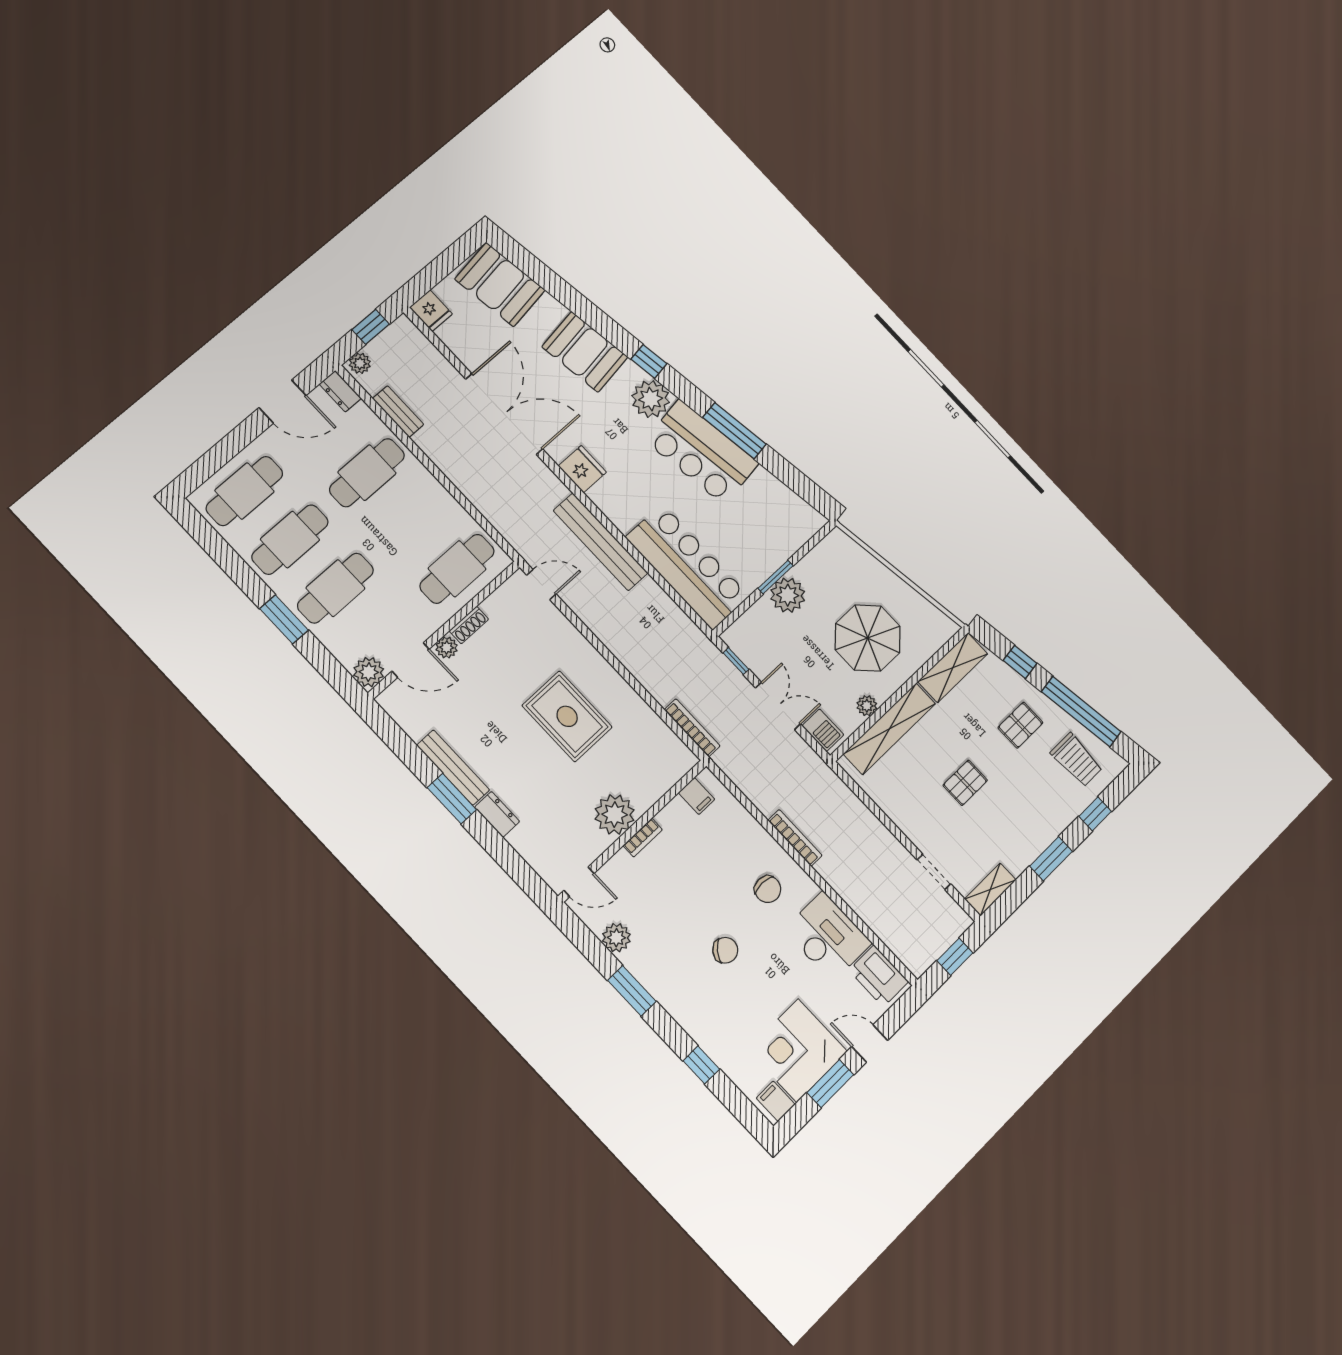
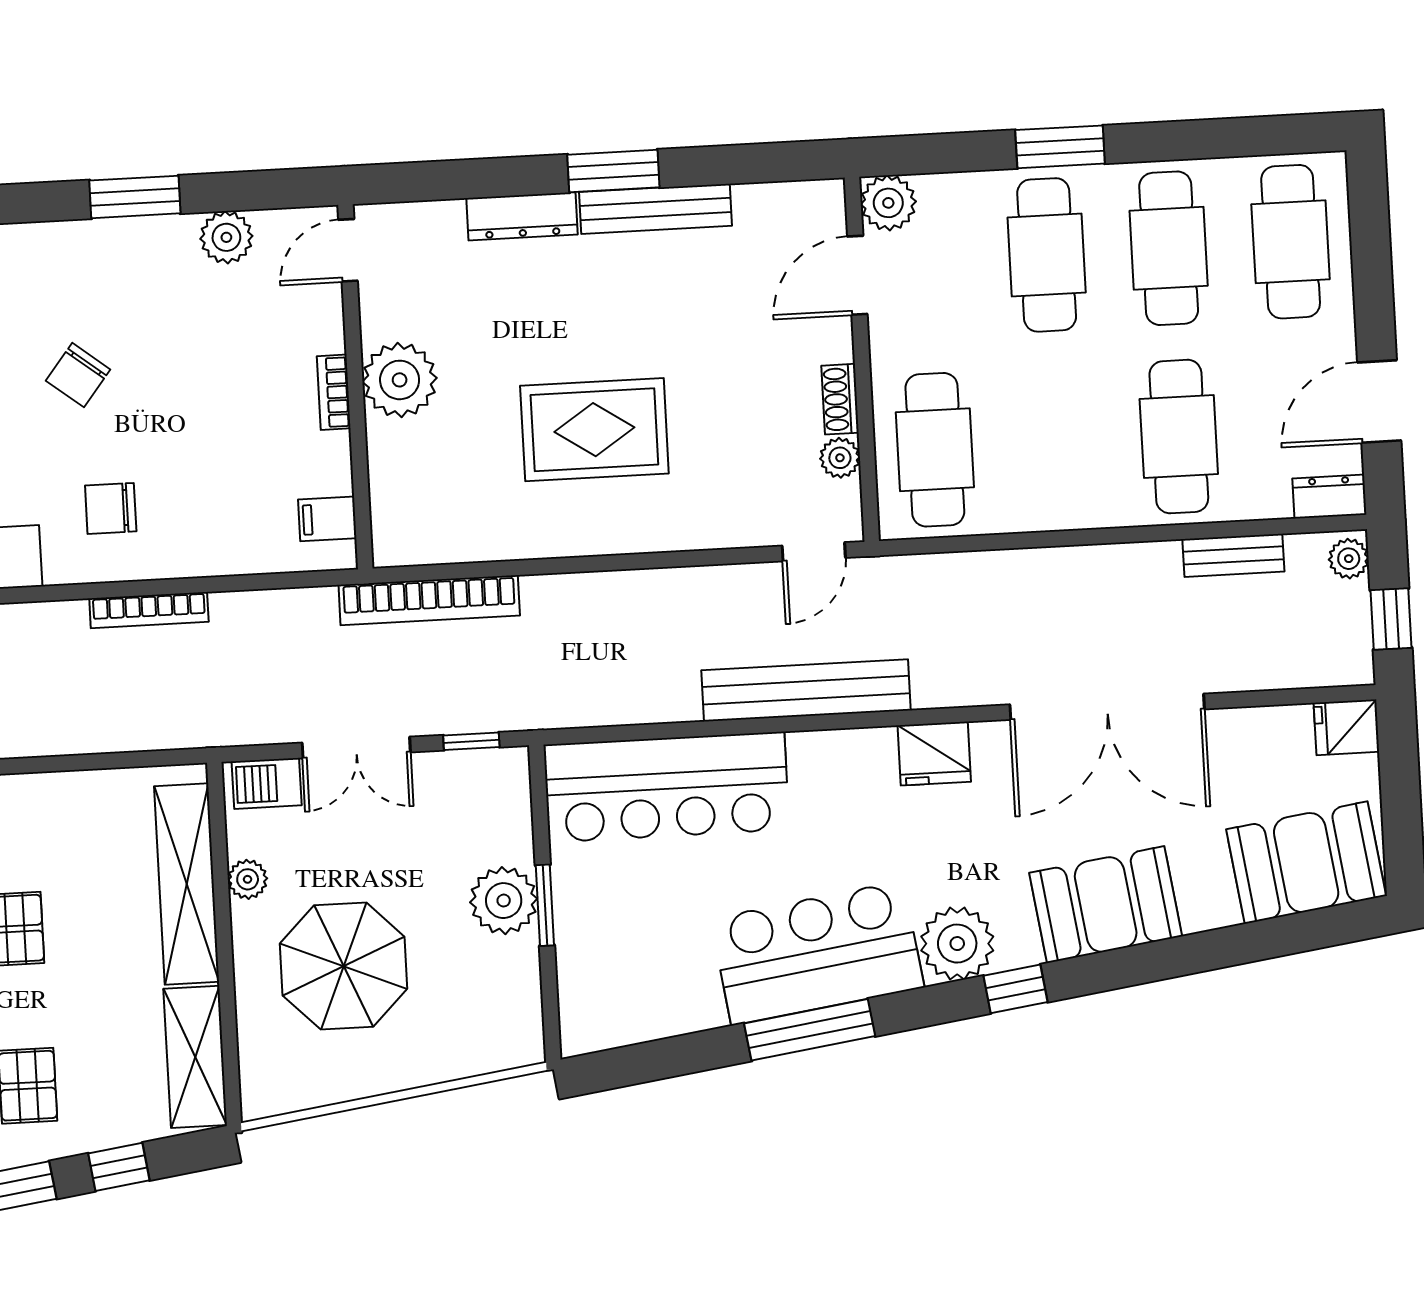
plant: (447, 647) -> (840, 458), moved
bookcase: (692, 728) -> (429, 600), width x1.48, depth x1.31
dresser: (497, 814) -> (522, 216), width x1.44

